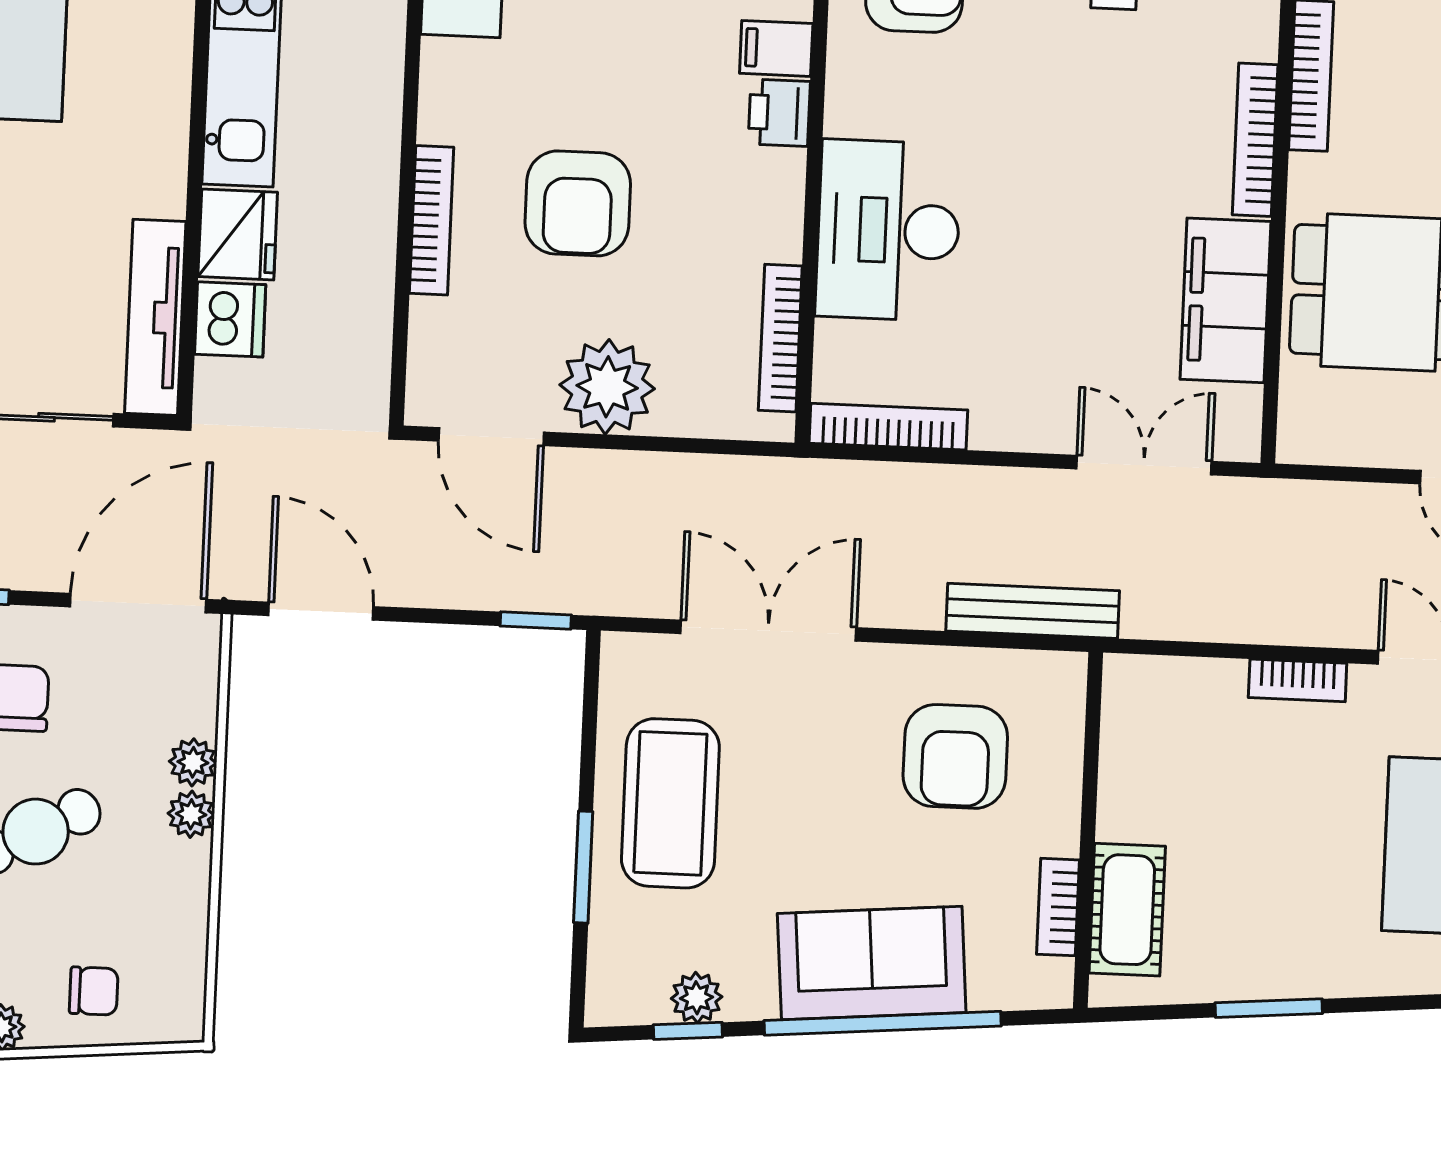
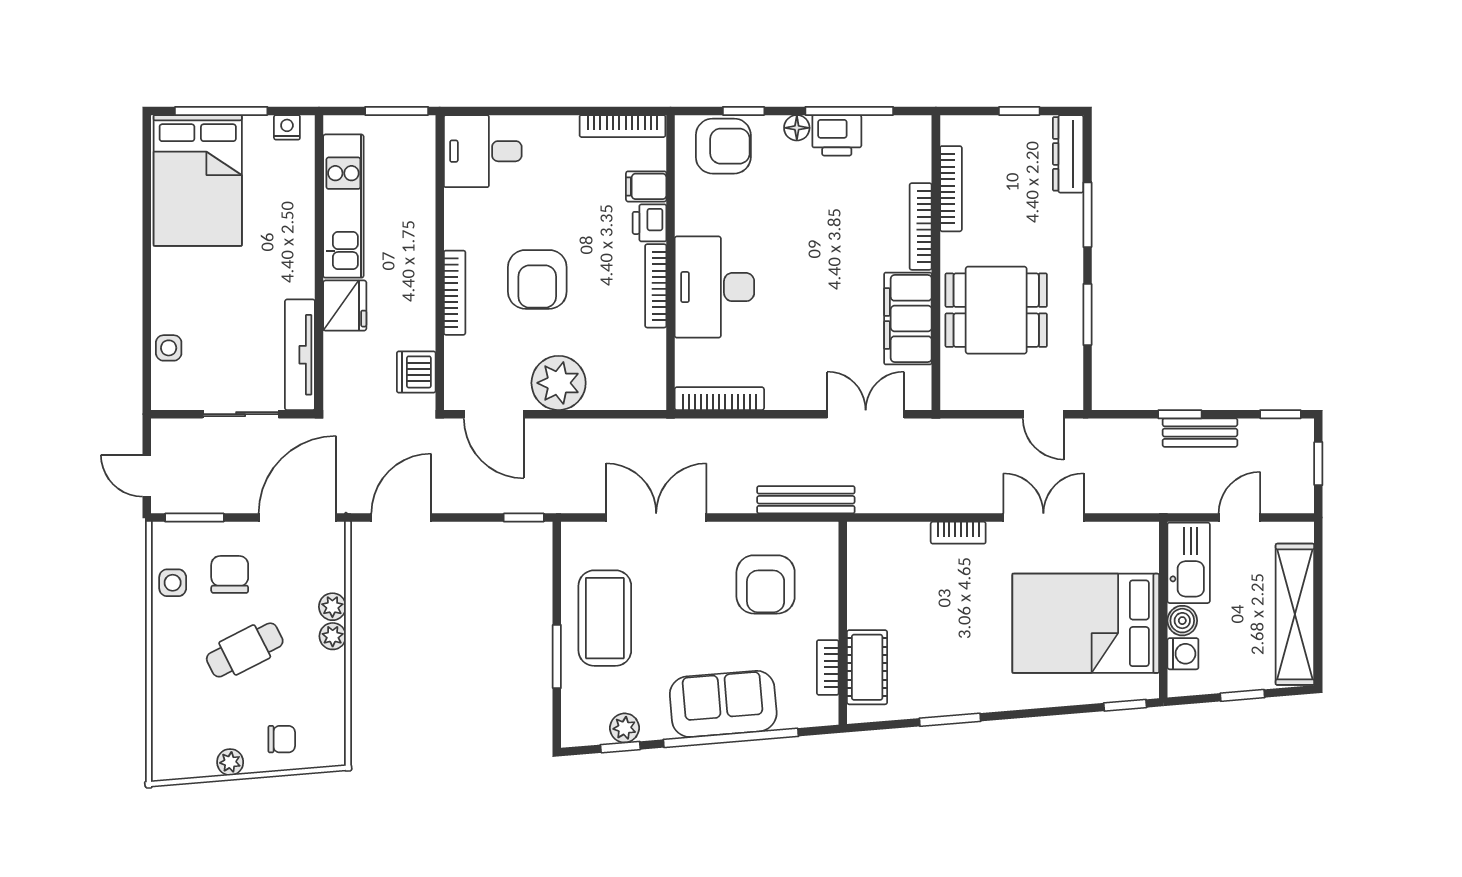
dishwasher: (230, 319) -> (416, 372), moved, turned 180
bookcase: (780, 338) -> (656, 286), moved
door: (321, 611) -> (401, 518), hinge flipped

